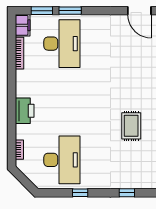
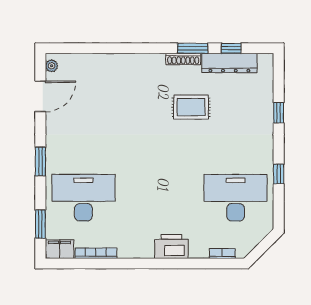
window: (70, 11) -> (40, 161), moved

